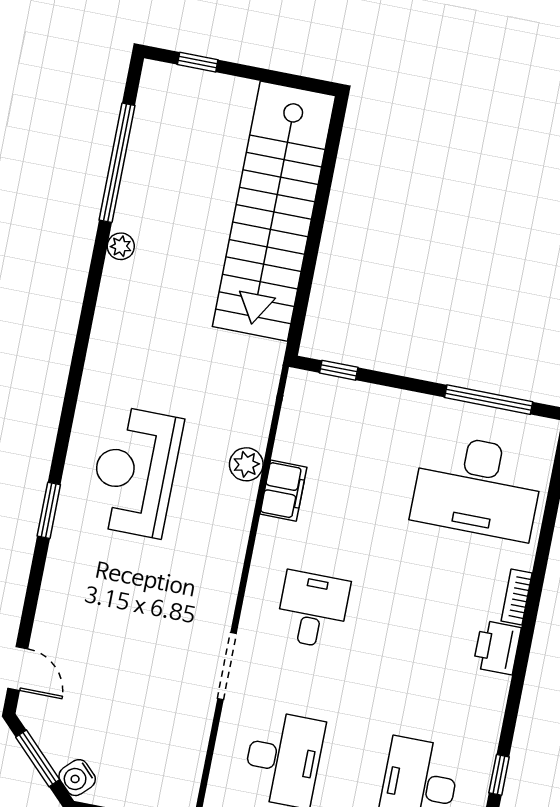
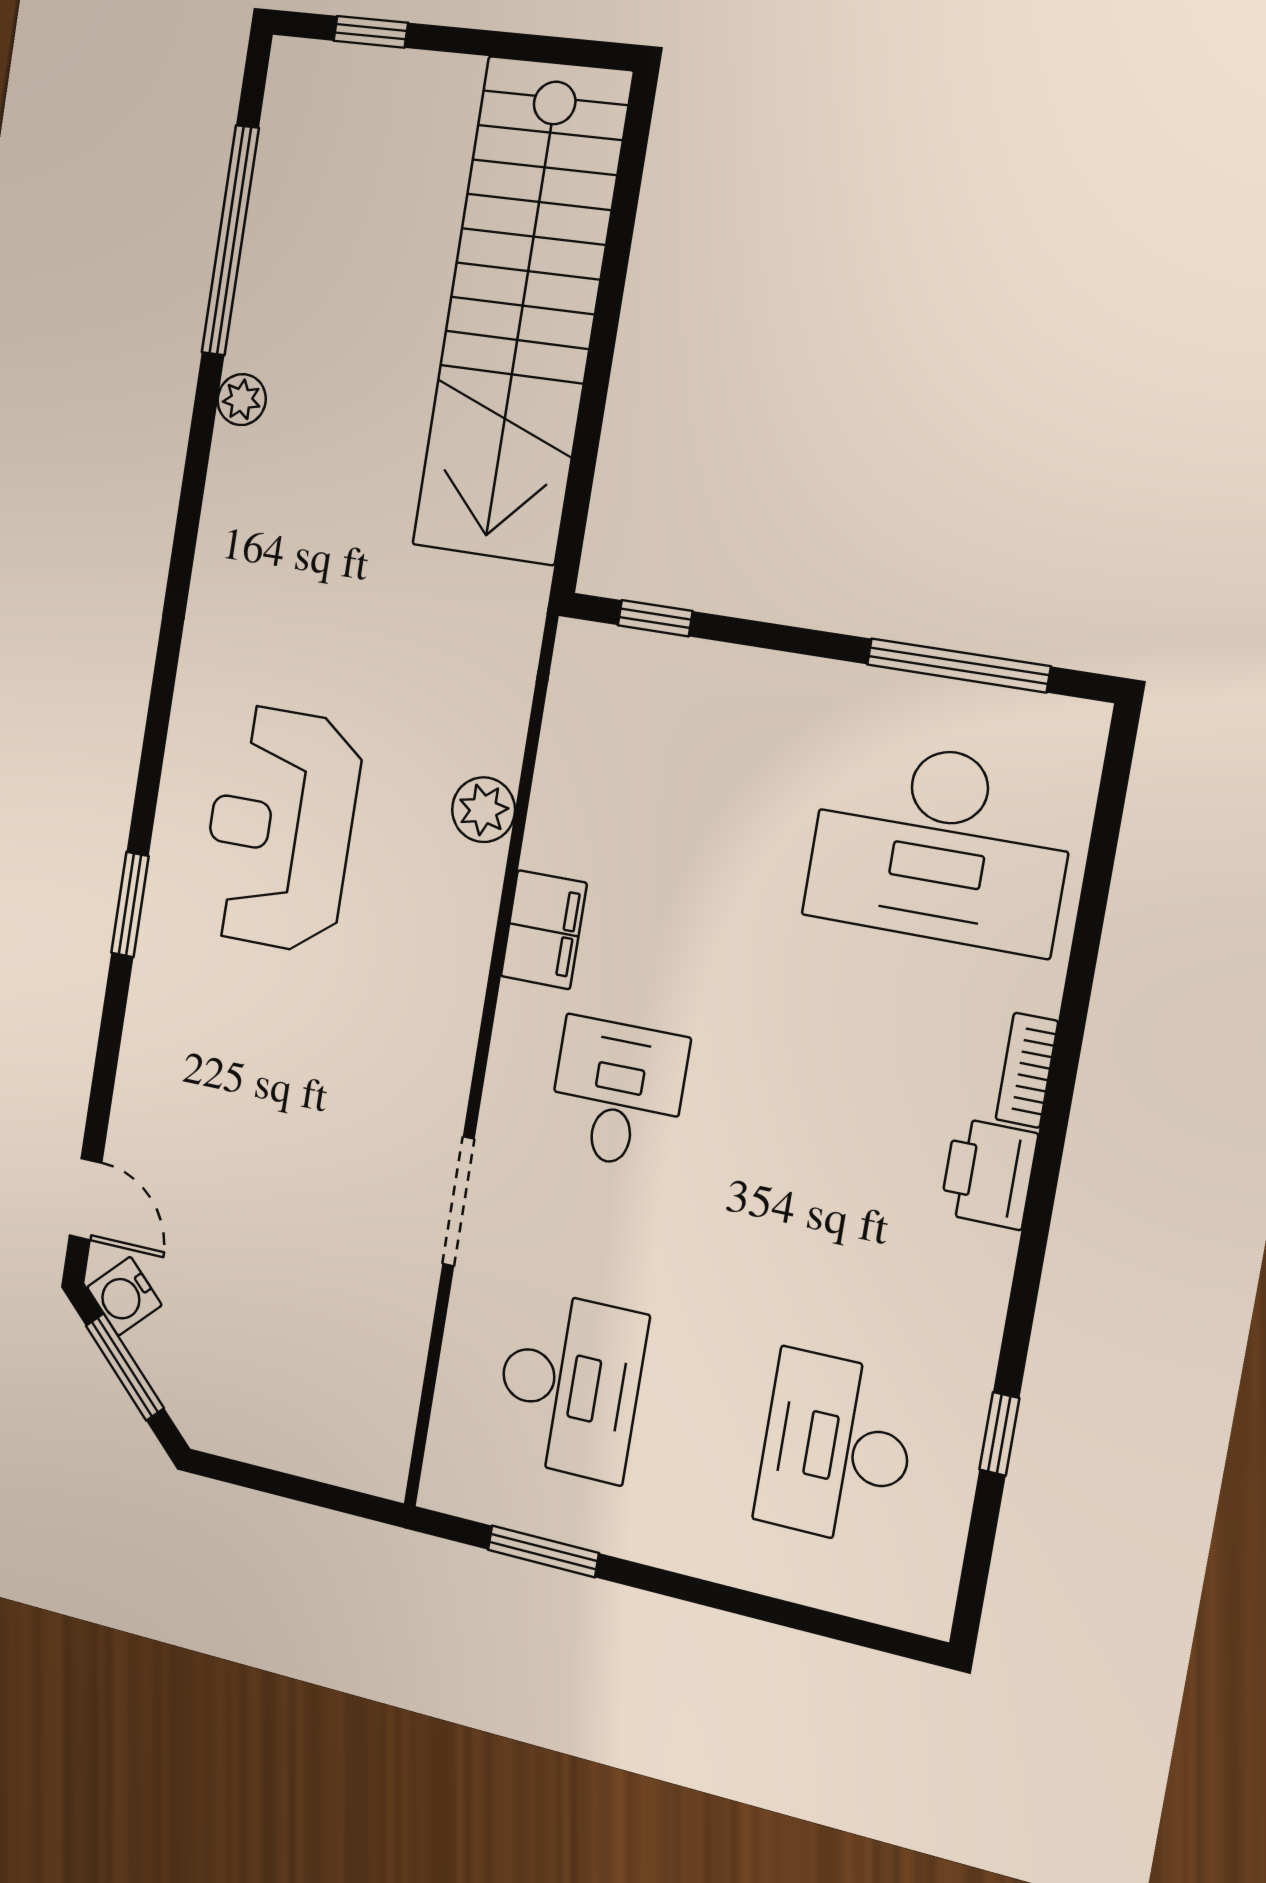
filing cabinet: (283, 491) -> (544, 930), moved
water cooler: (77, 778) -> (124, 1296), moved

